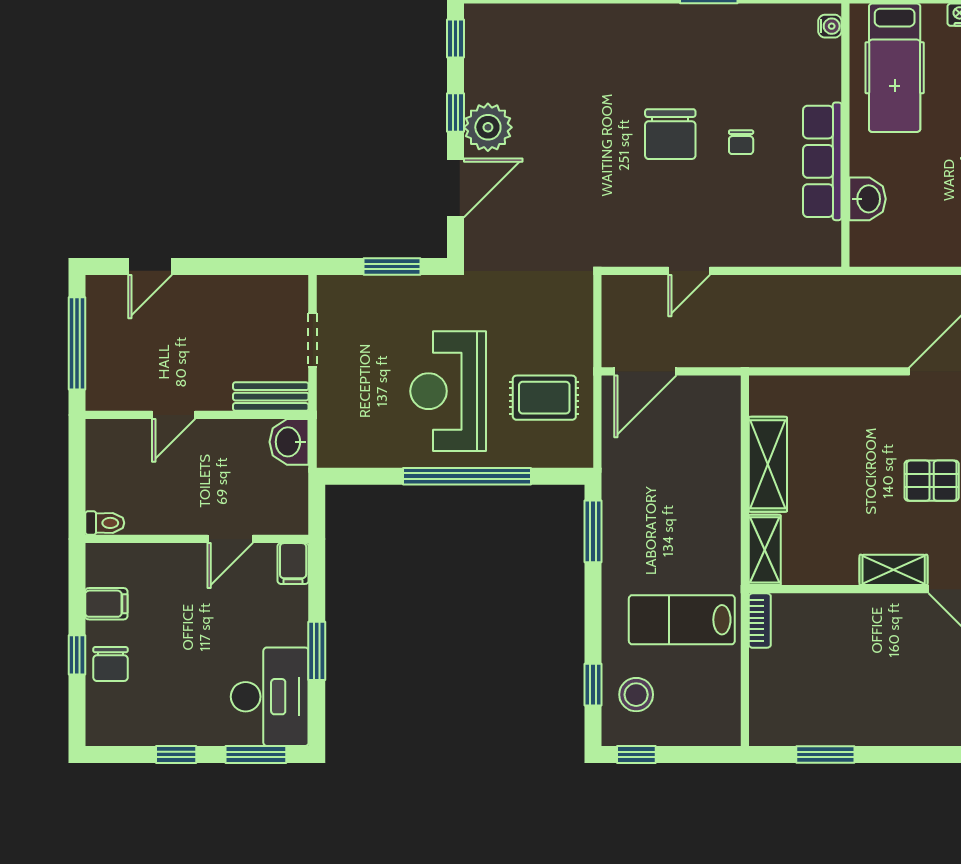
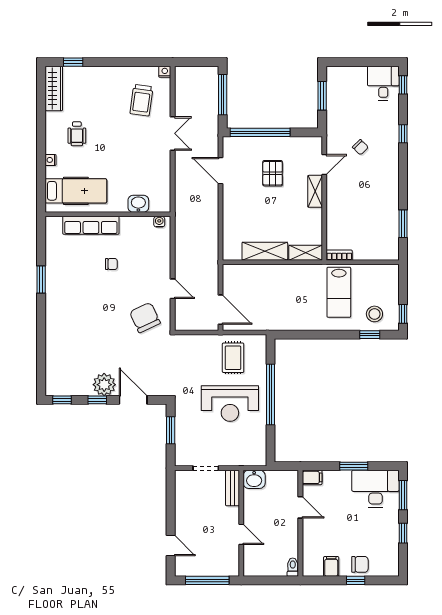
water cooler: (830, 26) -> (159, 222), moved
chair: (670, 134) -> (145, 318), moved, turned -115
row of seats: (822, 161) -> (91, 225), moved
window: (593, 531) -> (297, 335), removed

